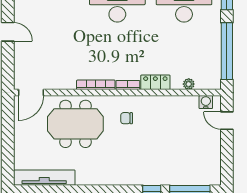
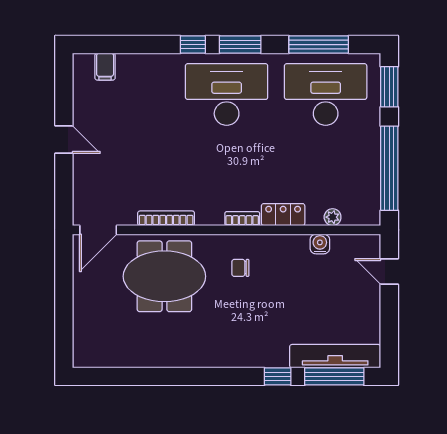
bookcase: (96, 85) -> (166, 218), moved
water cooler: (206, 102) -> (320, 244), moved
tv unit: (44, 178) -> (335, 356), moved

